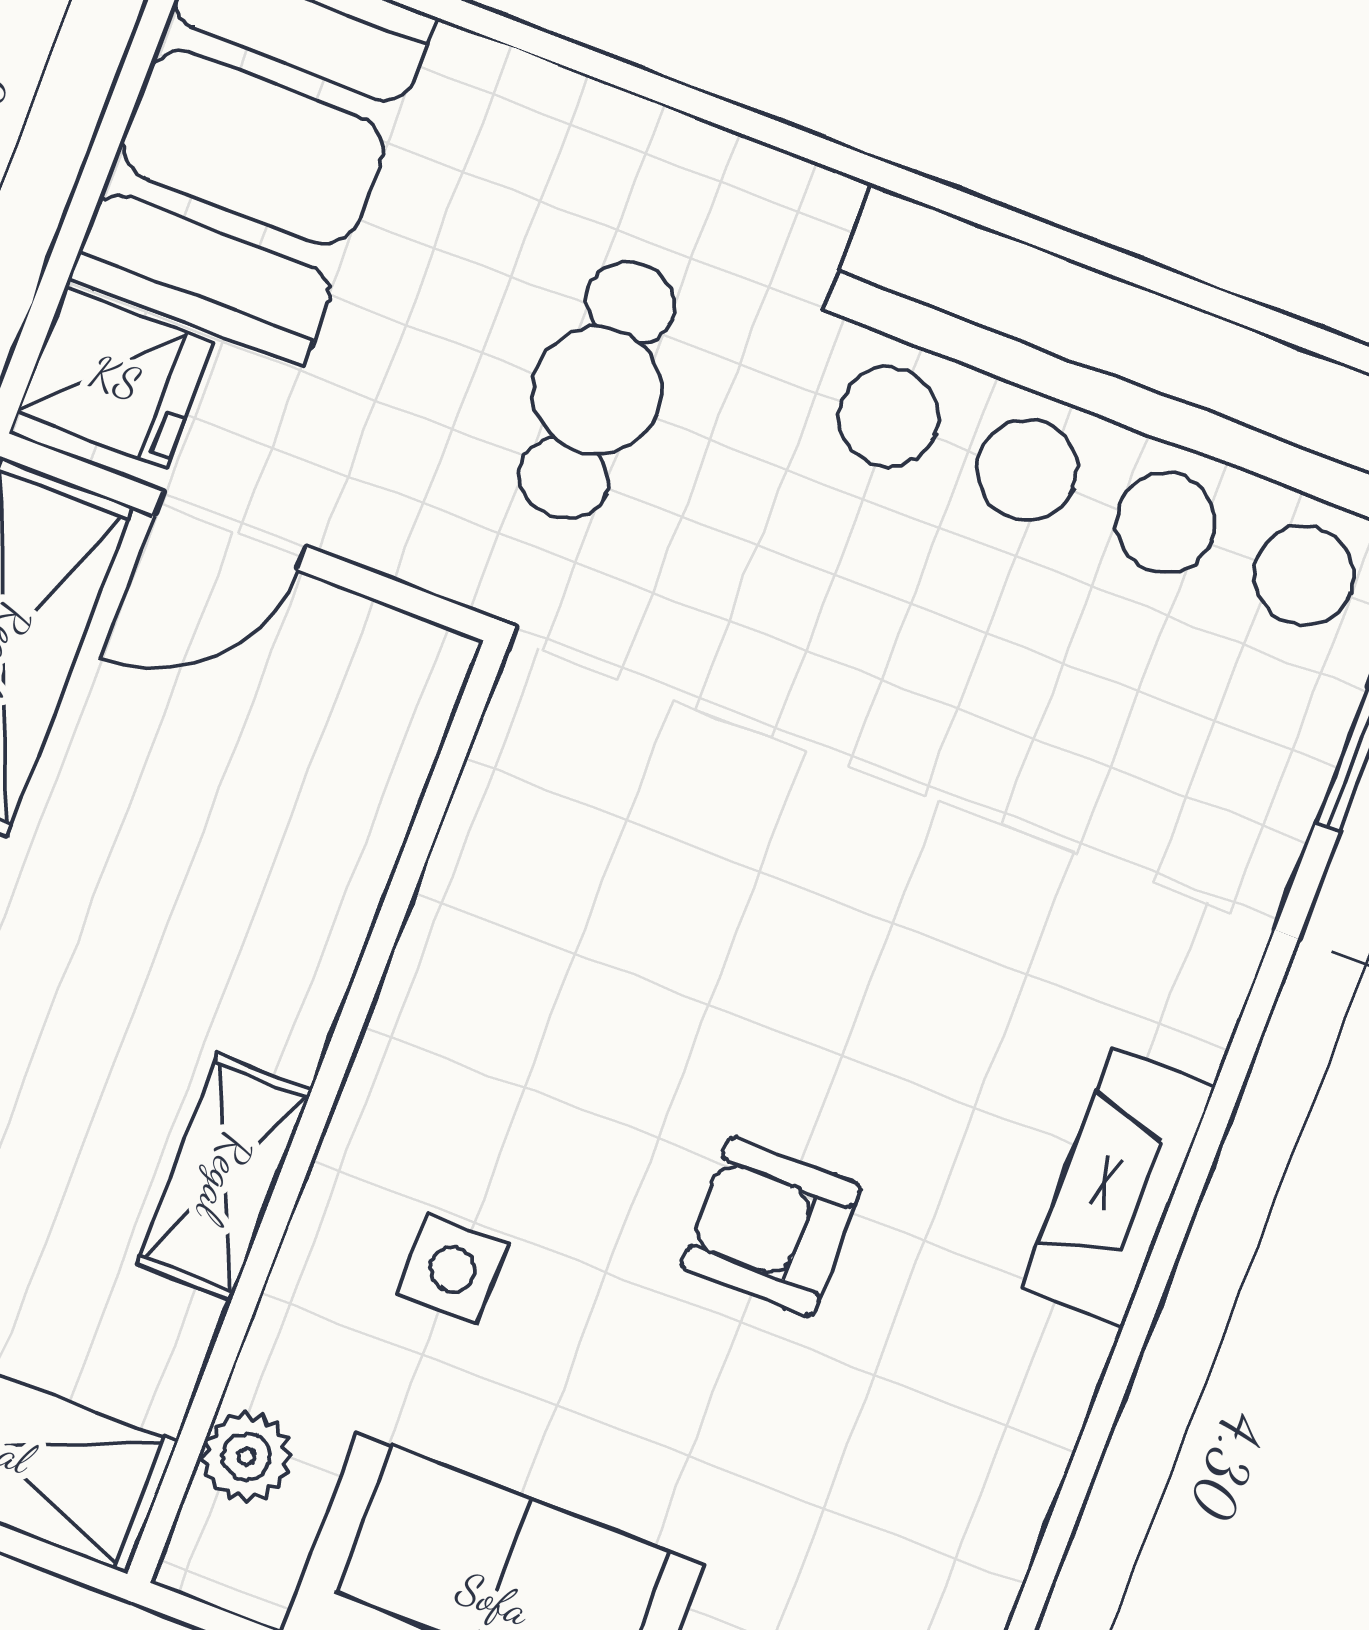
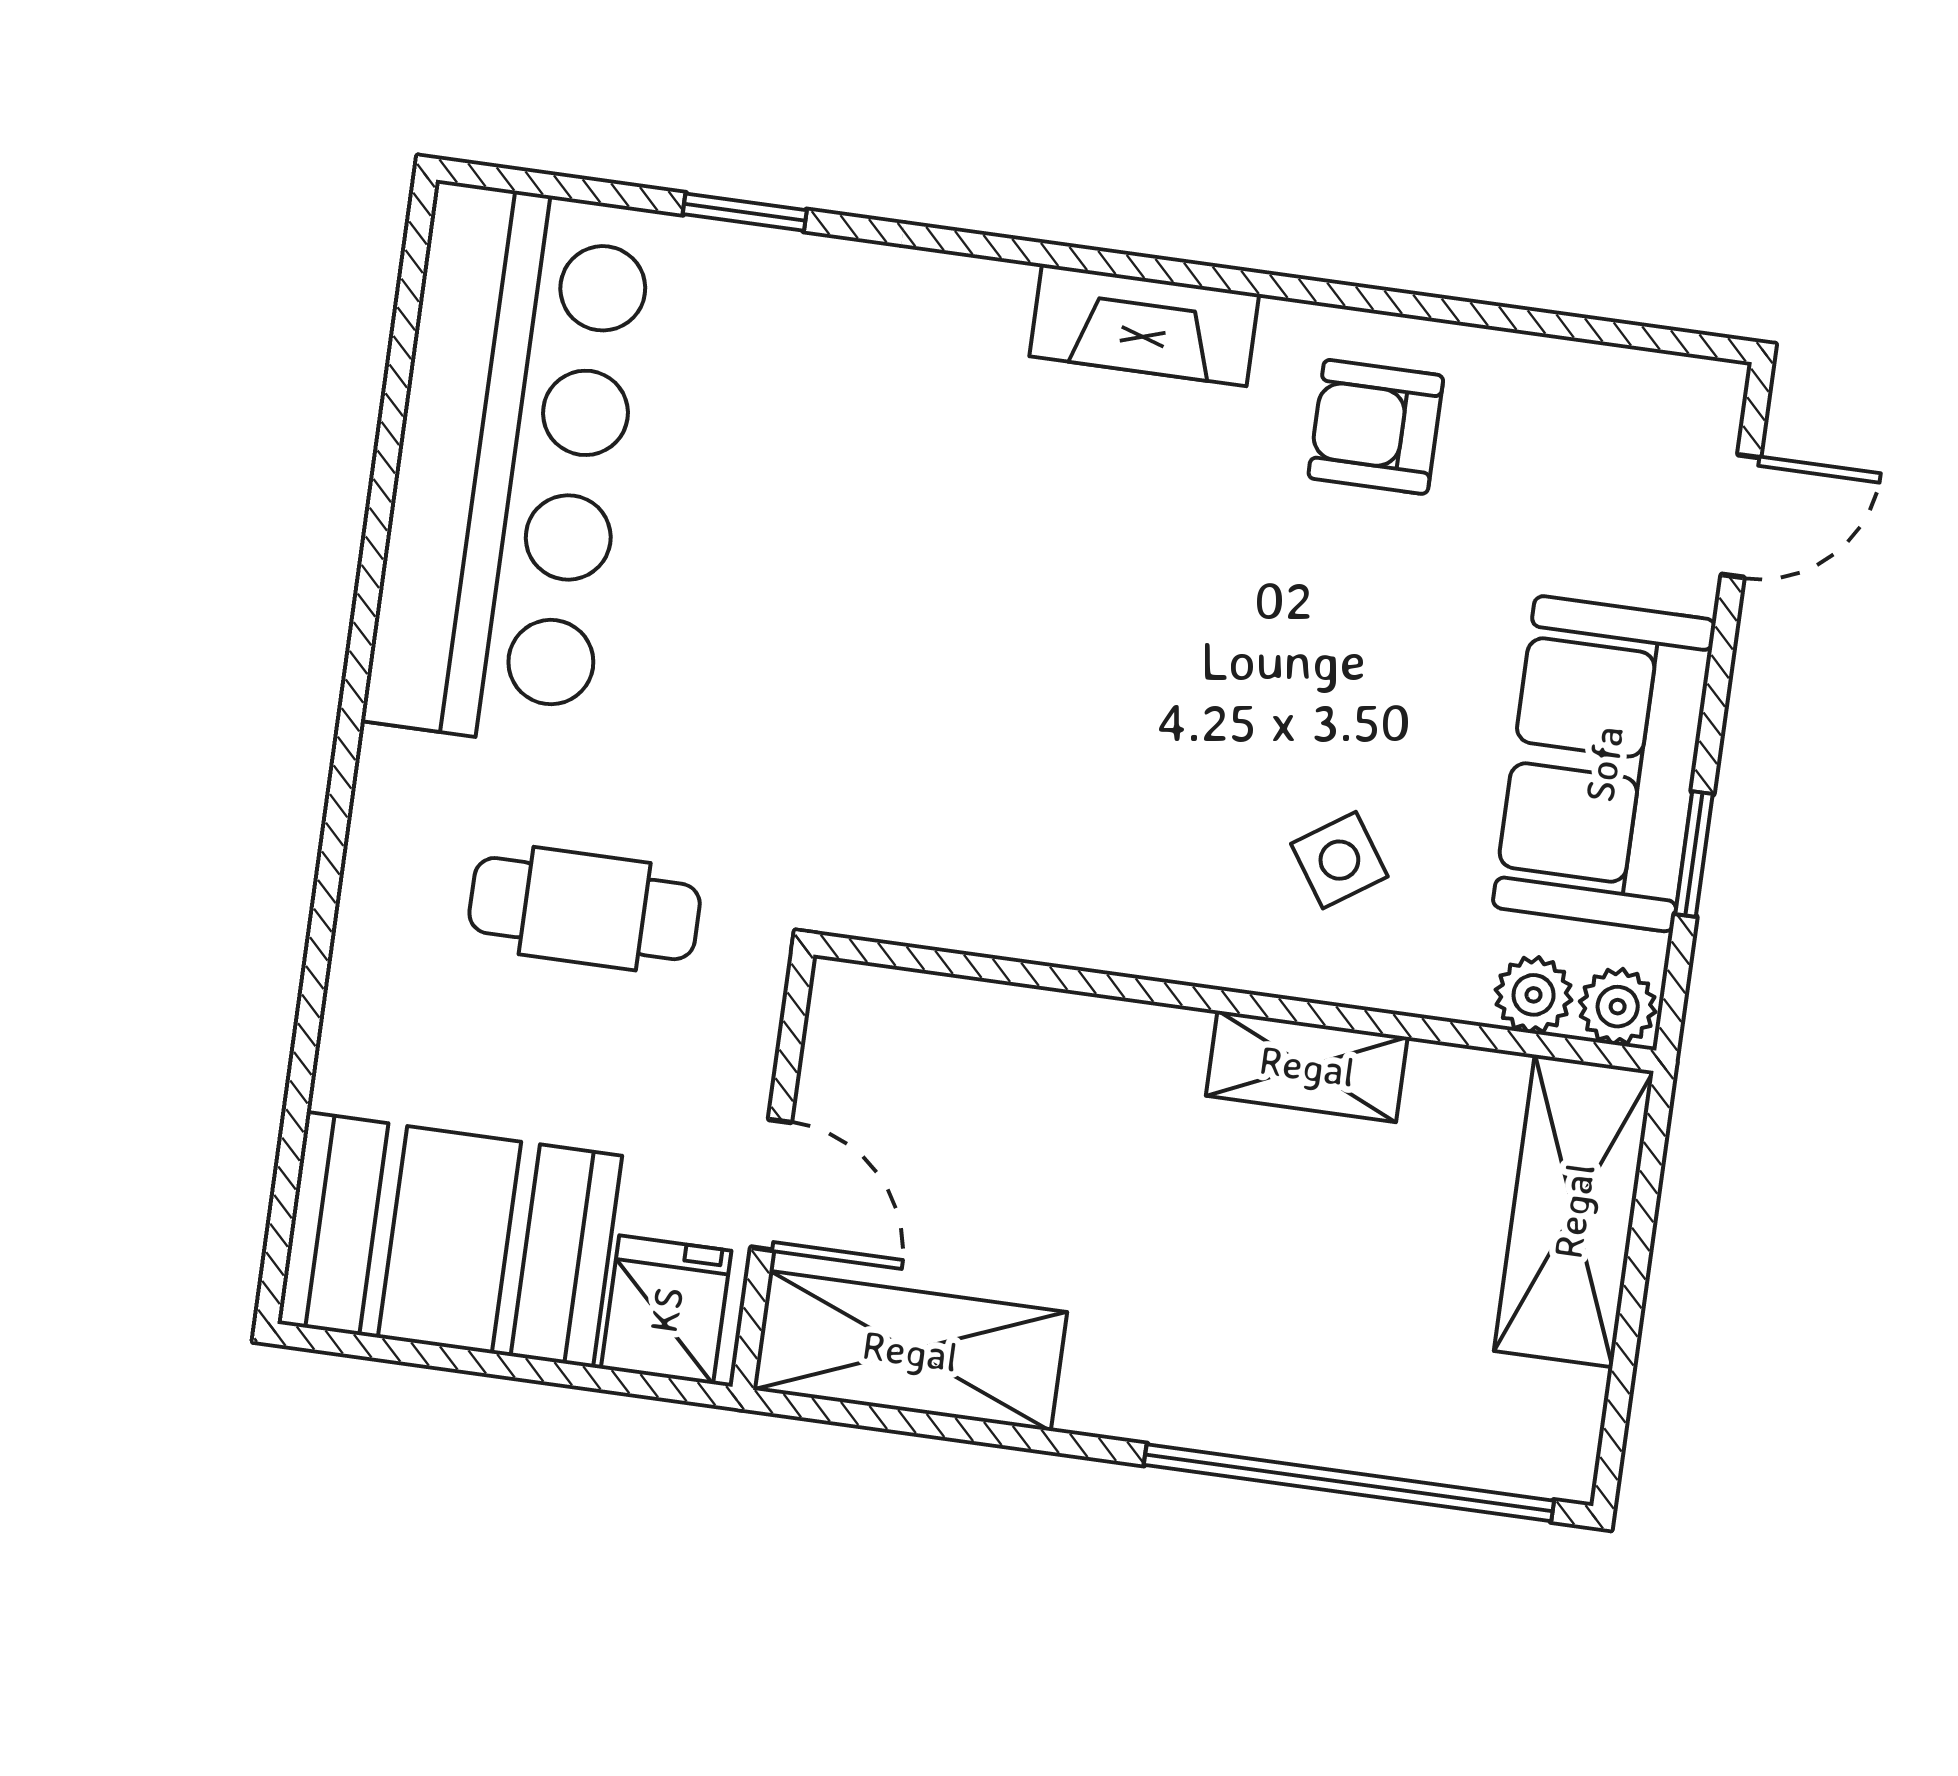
armchair: (771, 1226) -> (1376, 427), moved, turned 90
side table: (453, 1269) -> (1339, 860), turned -34
plant: (211, 1550) -> (1618, 1007), added

